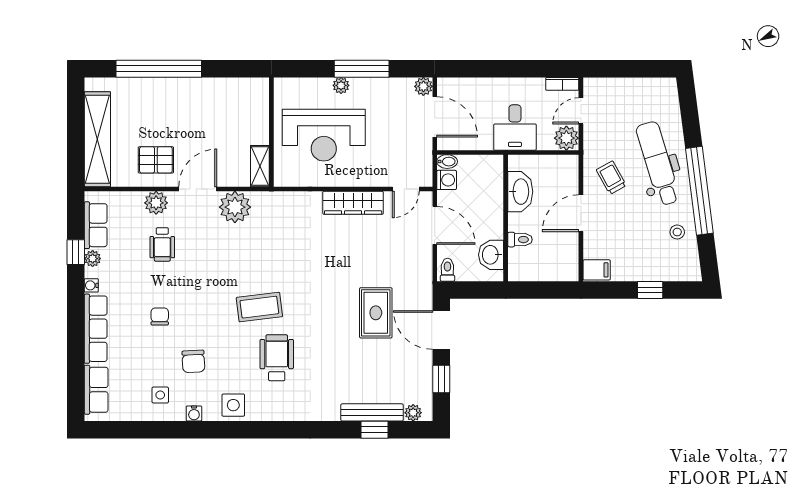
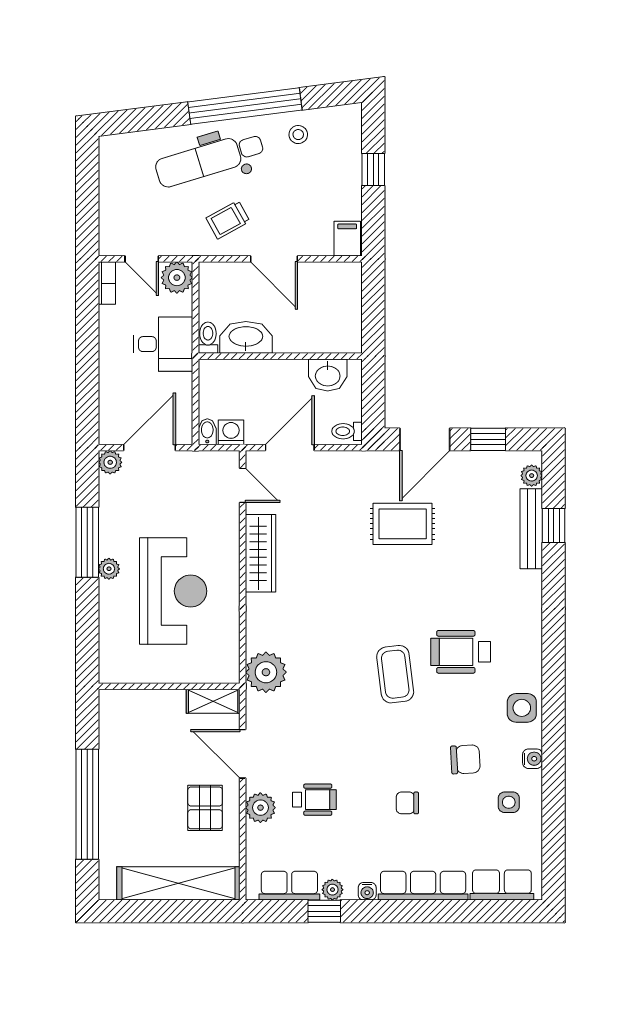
wall: (271, 132) -> (169, 686), moved
shelving: (260, 166) -> (213, 701), moved
plant: (235, 207) -> (266, 672), moved
toilet: (520, 240) -> (208, 338), moved

